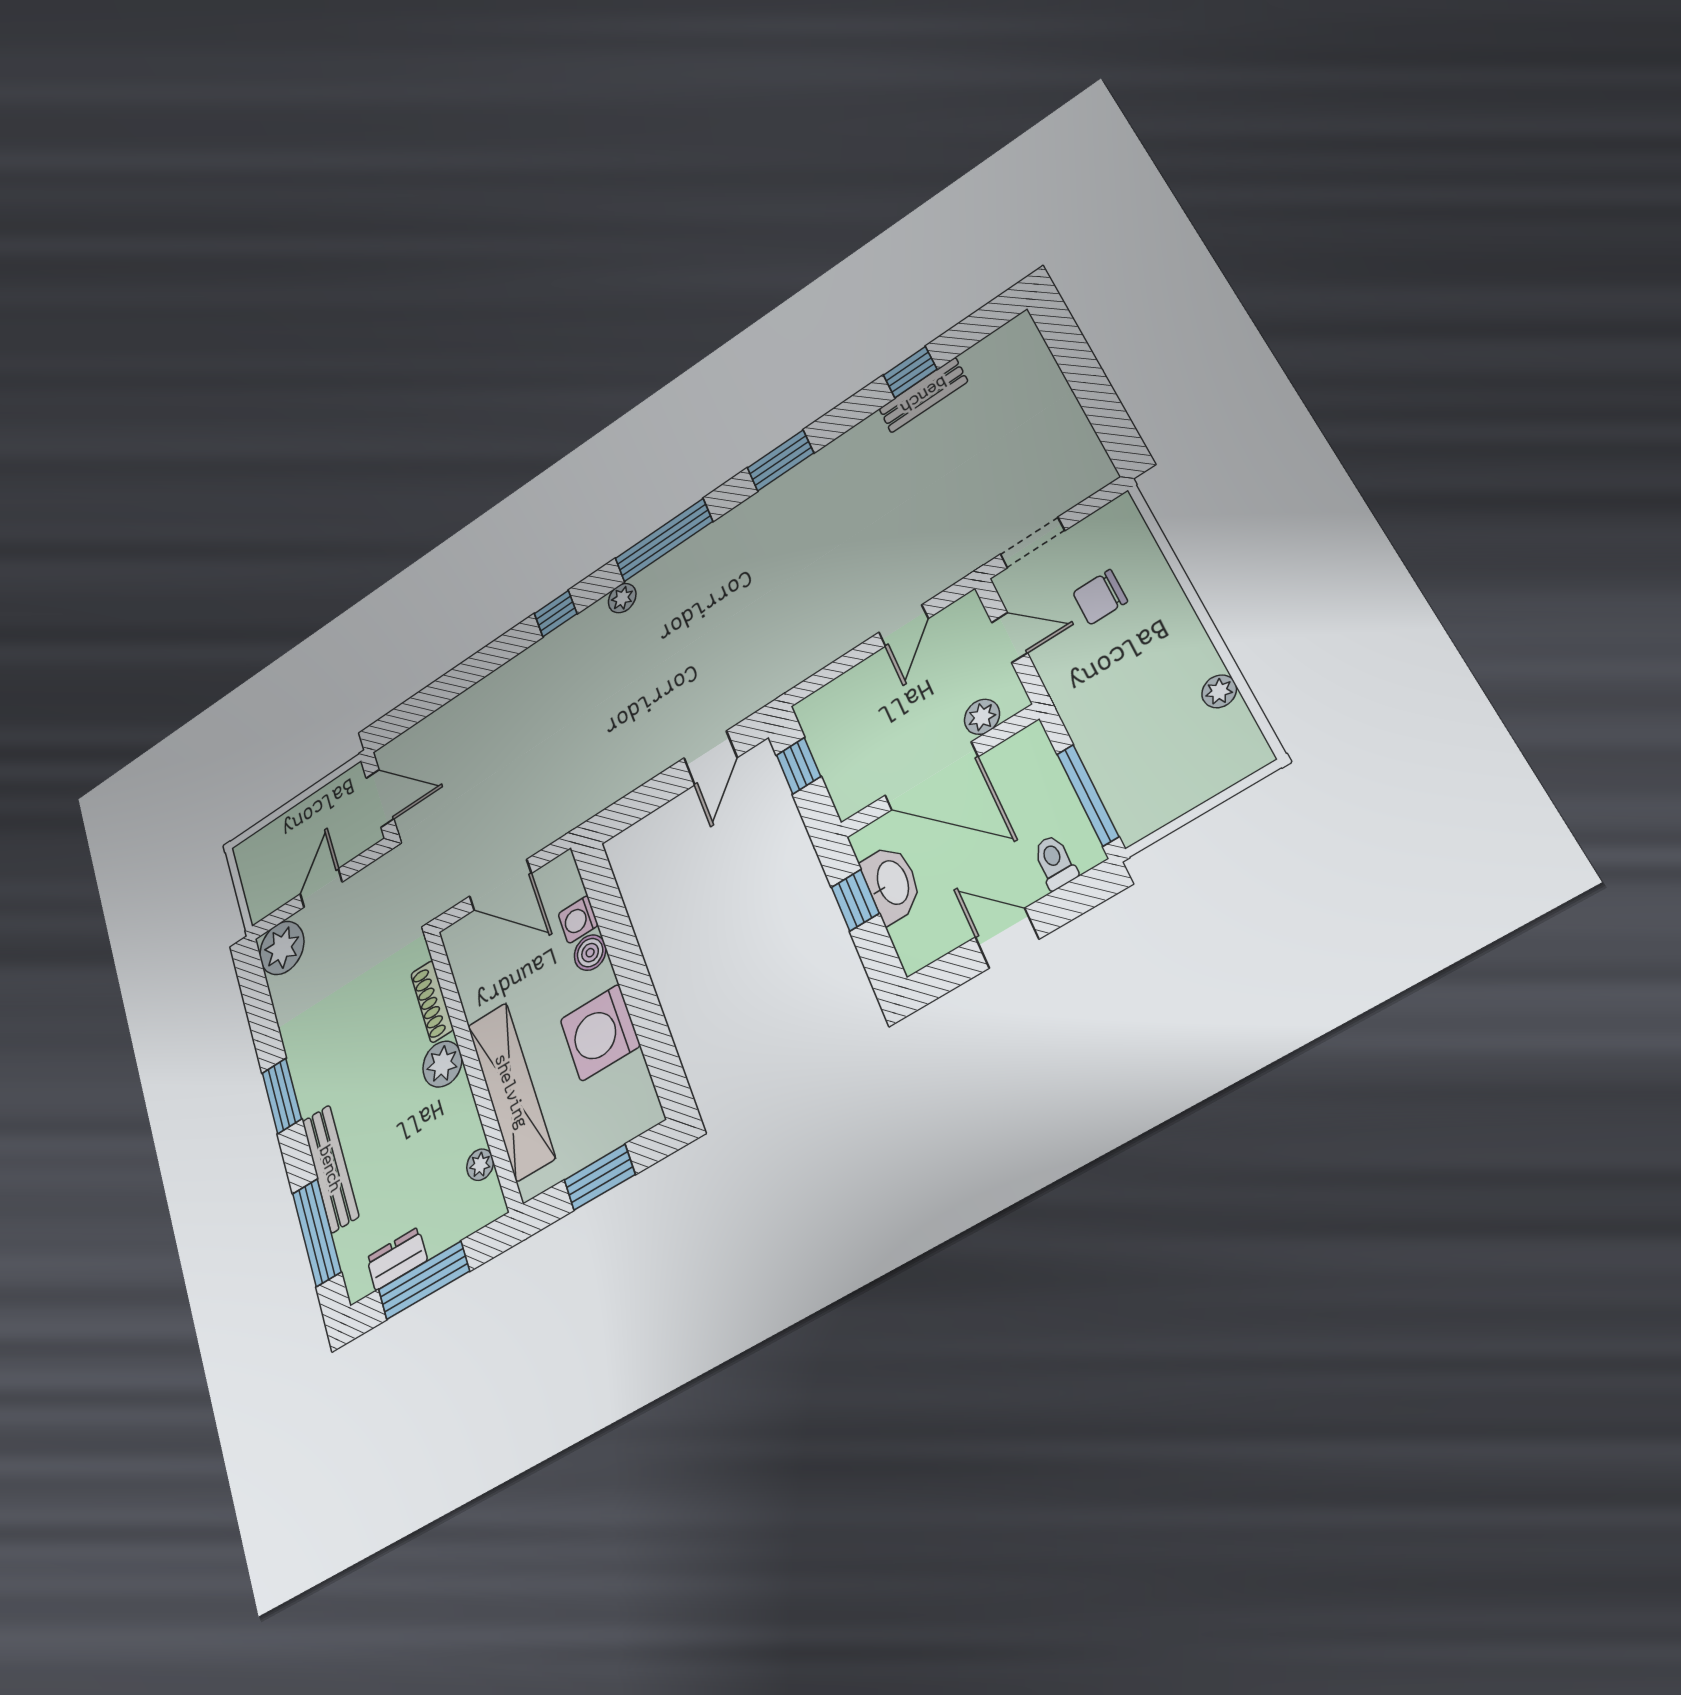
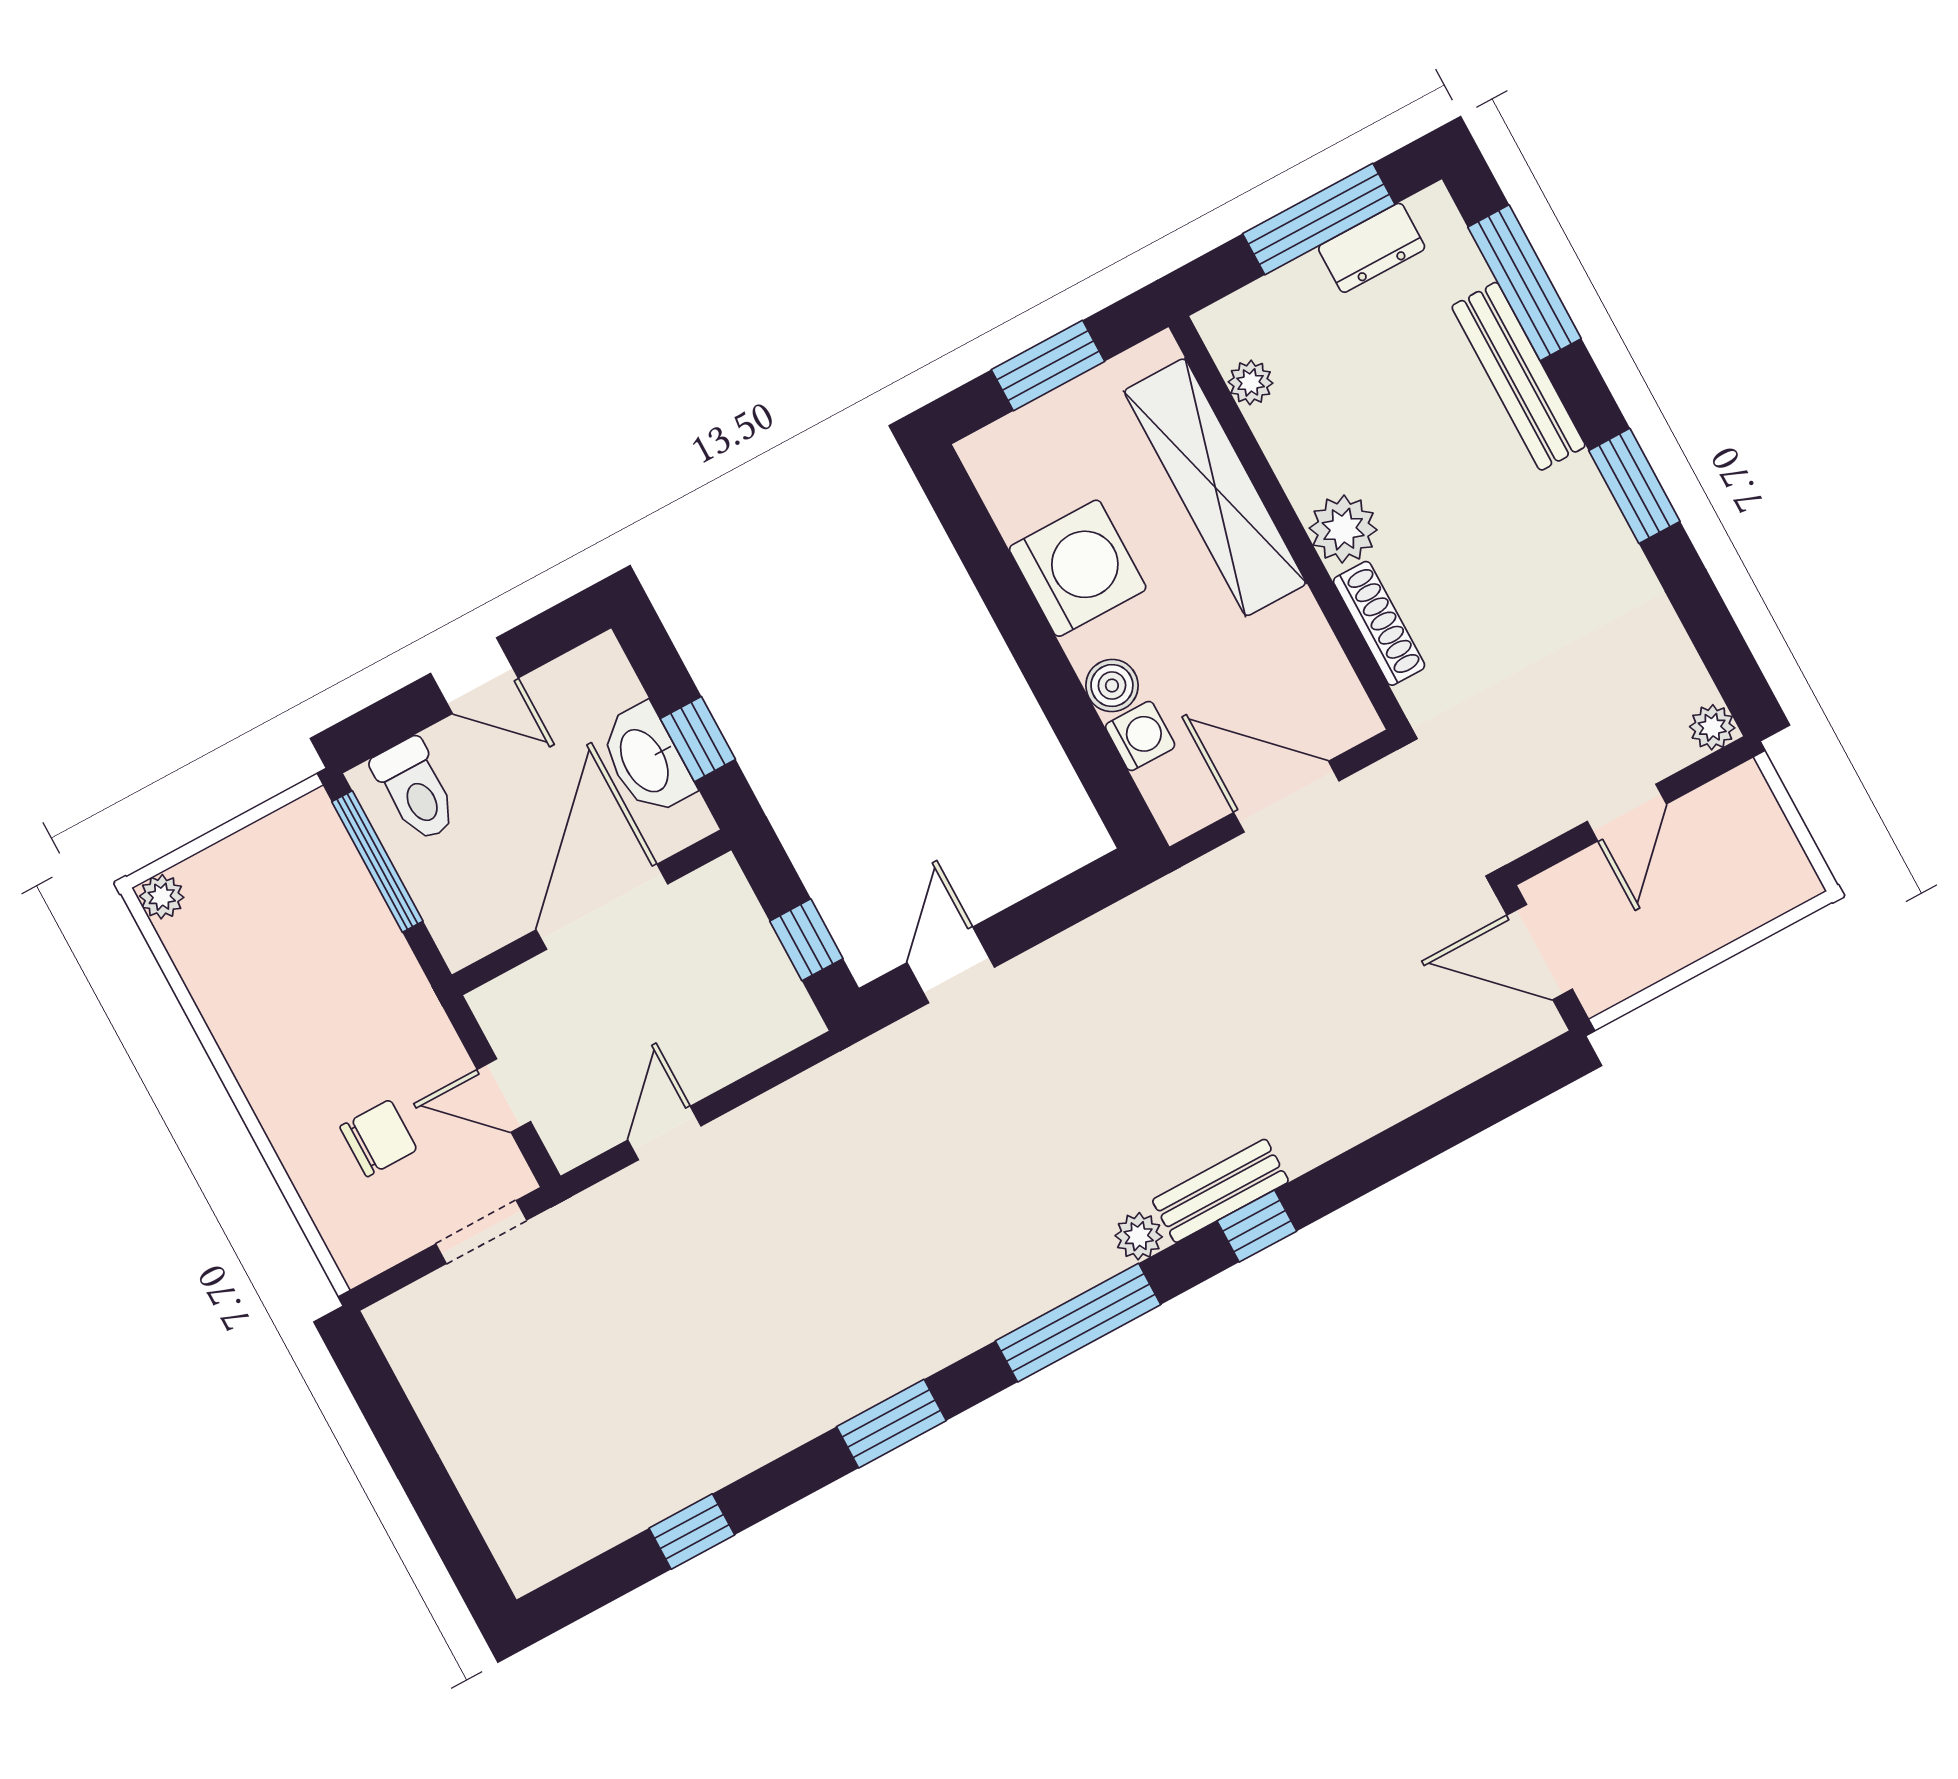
bench: (923, 395) -> (1220, 1191), moved
plant: (1219, 691) -> (162, 897), moved
plant: (982, 717) -> (535, 985), removed
door: (931, 776) -> (602, 907), hinge flipped
toilet: (1055, 862) -> (416, 790), width x1.37, depth x1.39
plant: (282, 948) -> (1712, 727), width x0.53, depth x0.53

